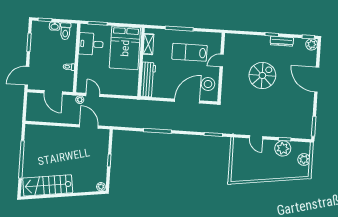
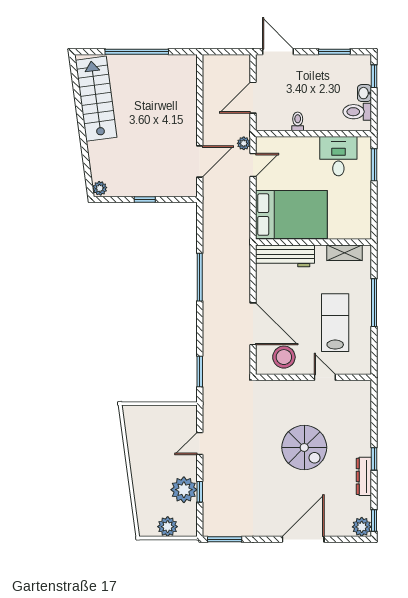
bed: (125, 48) -> (291, 215), moved, turned 180

